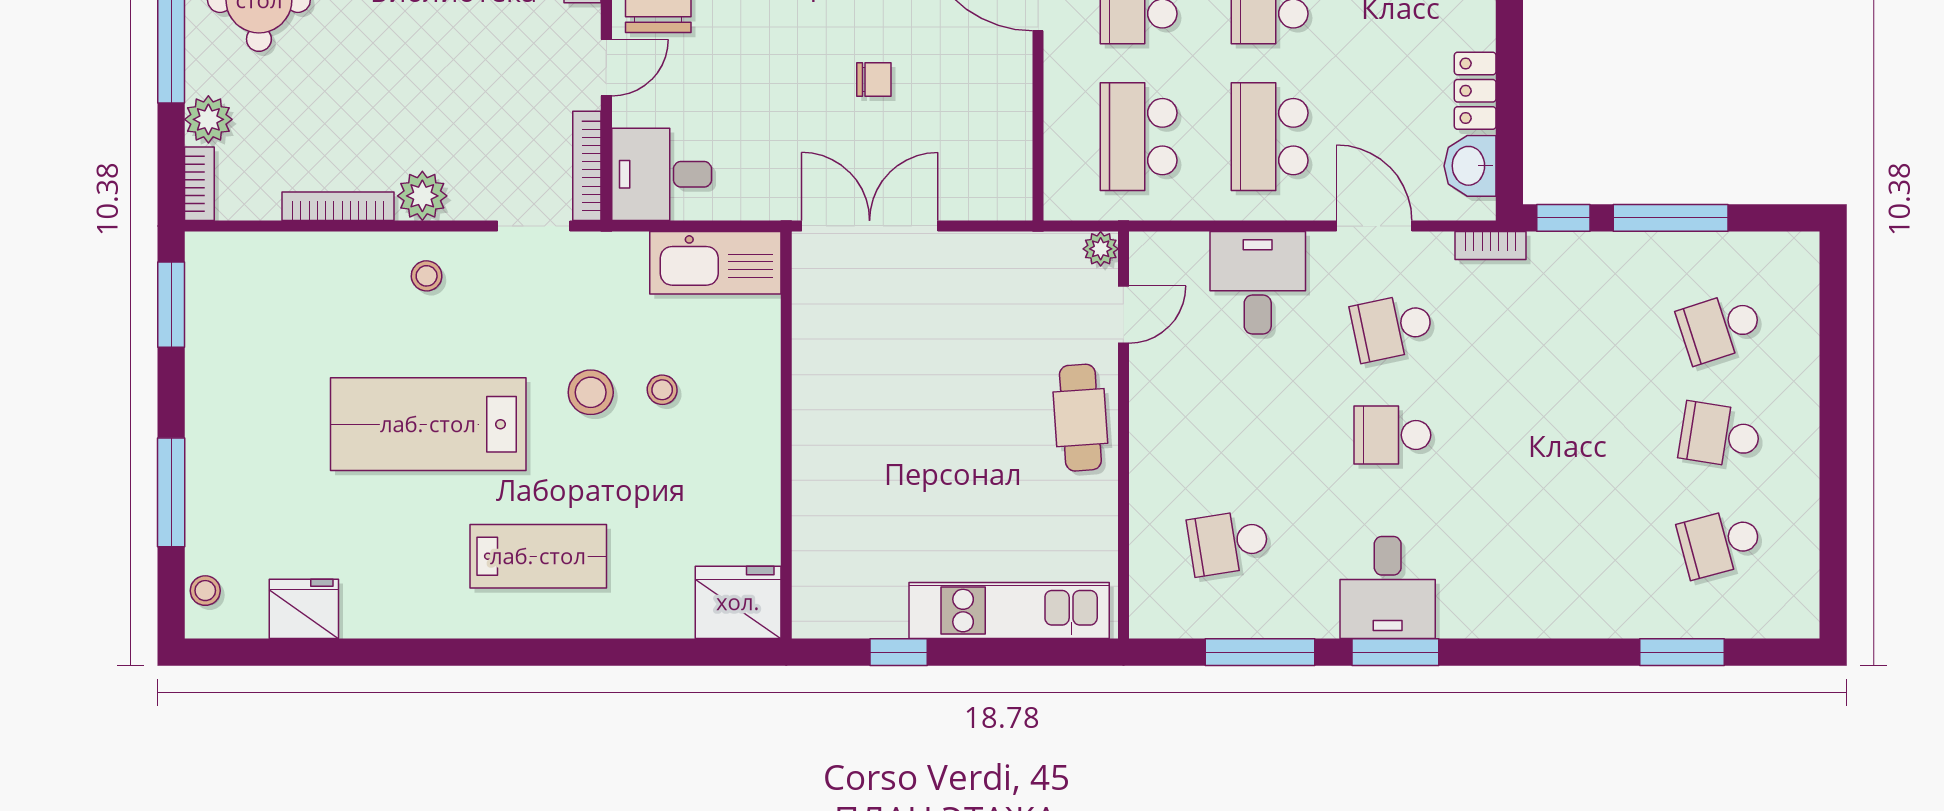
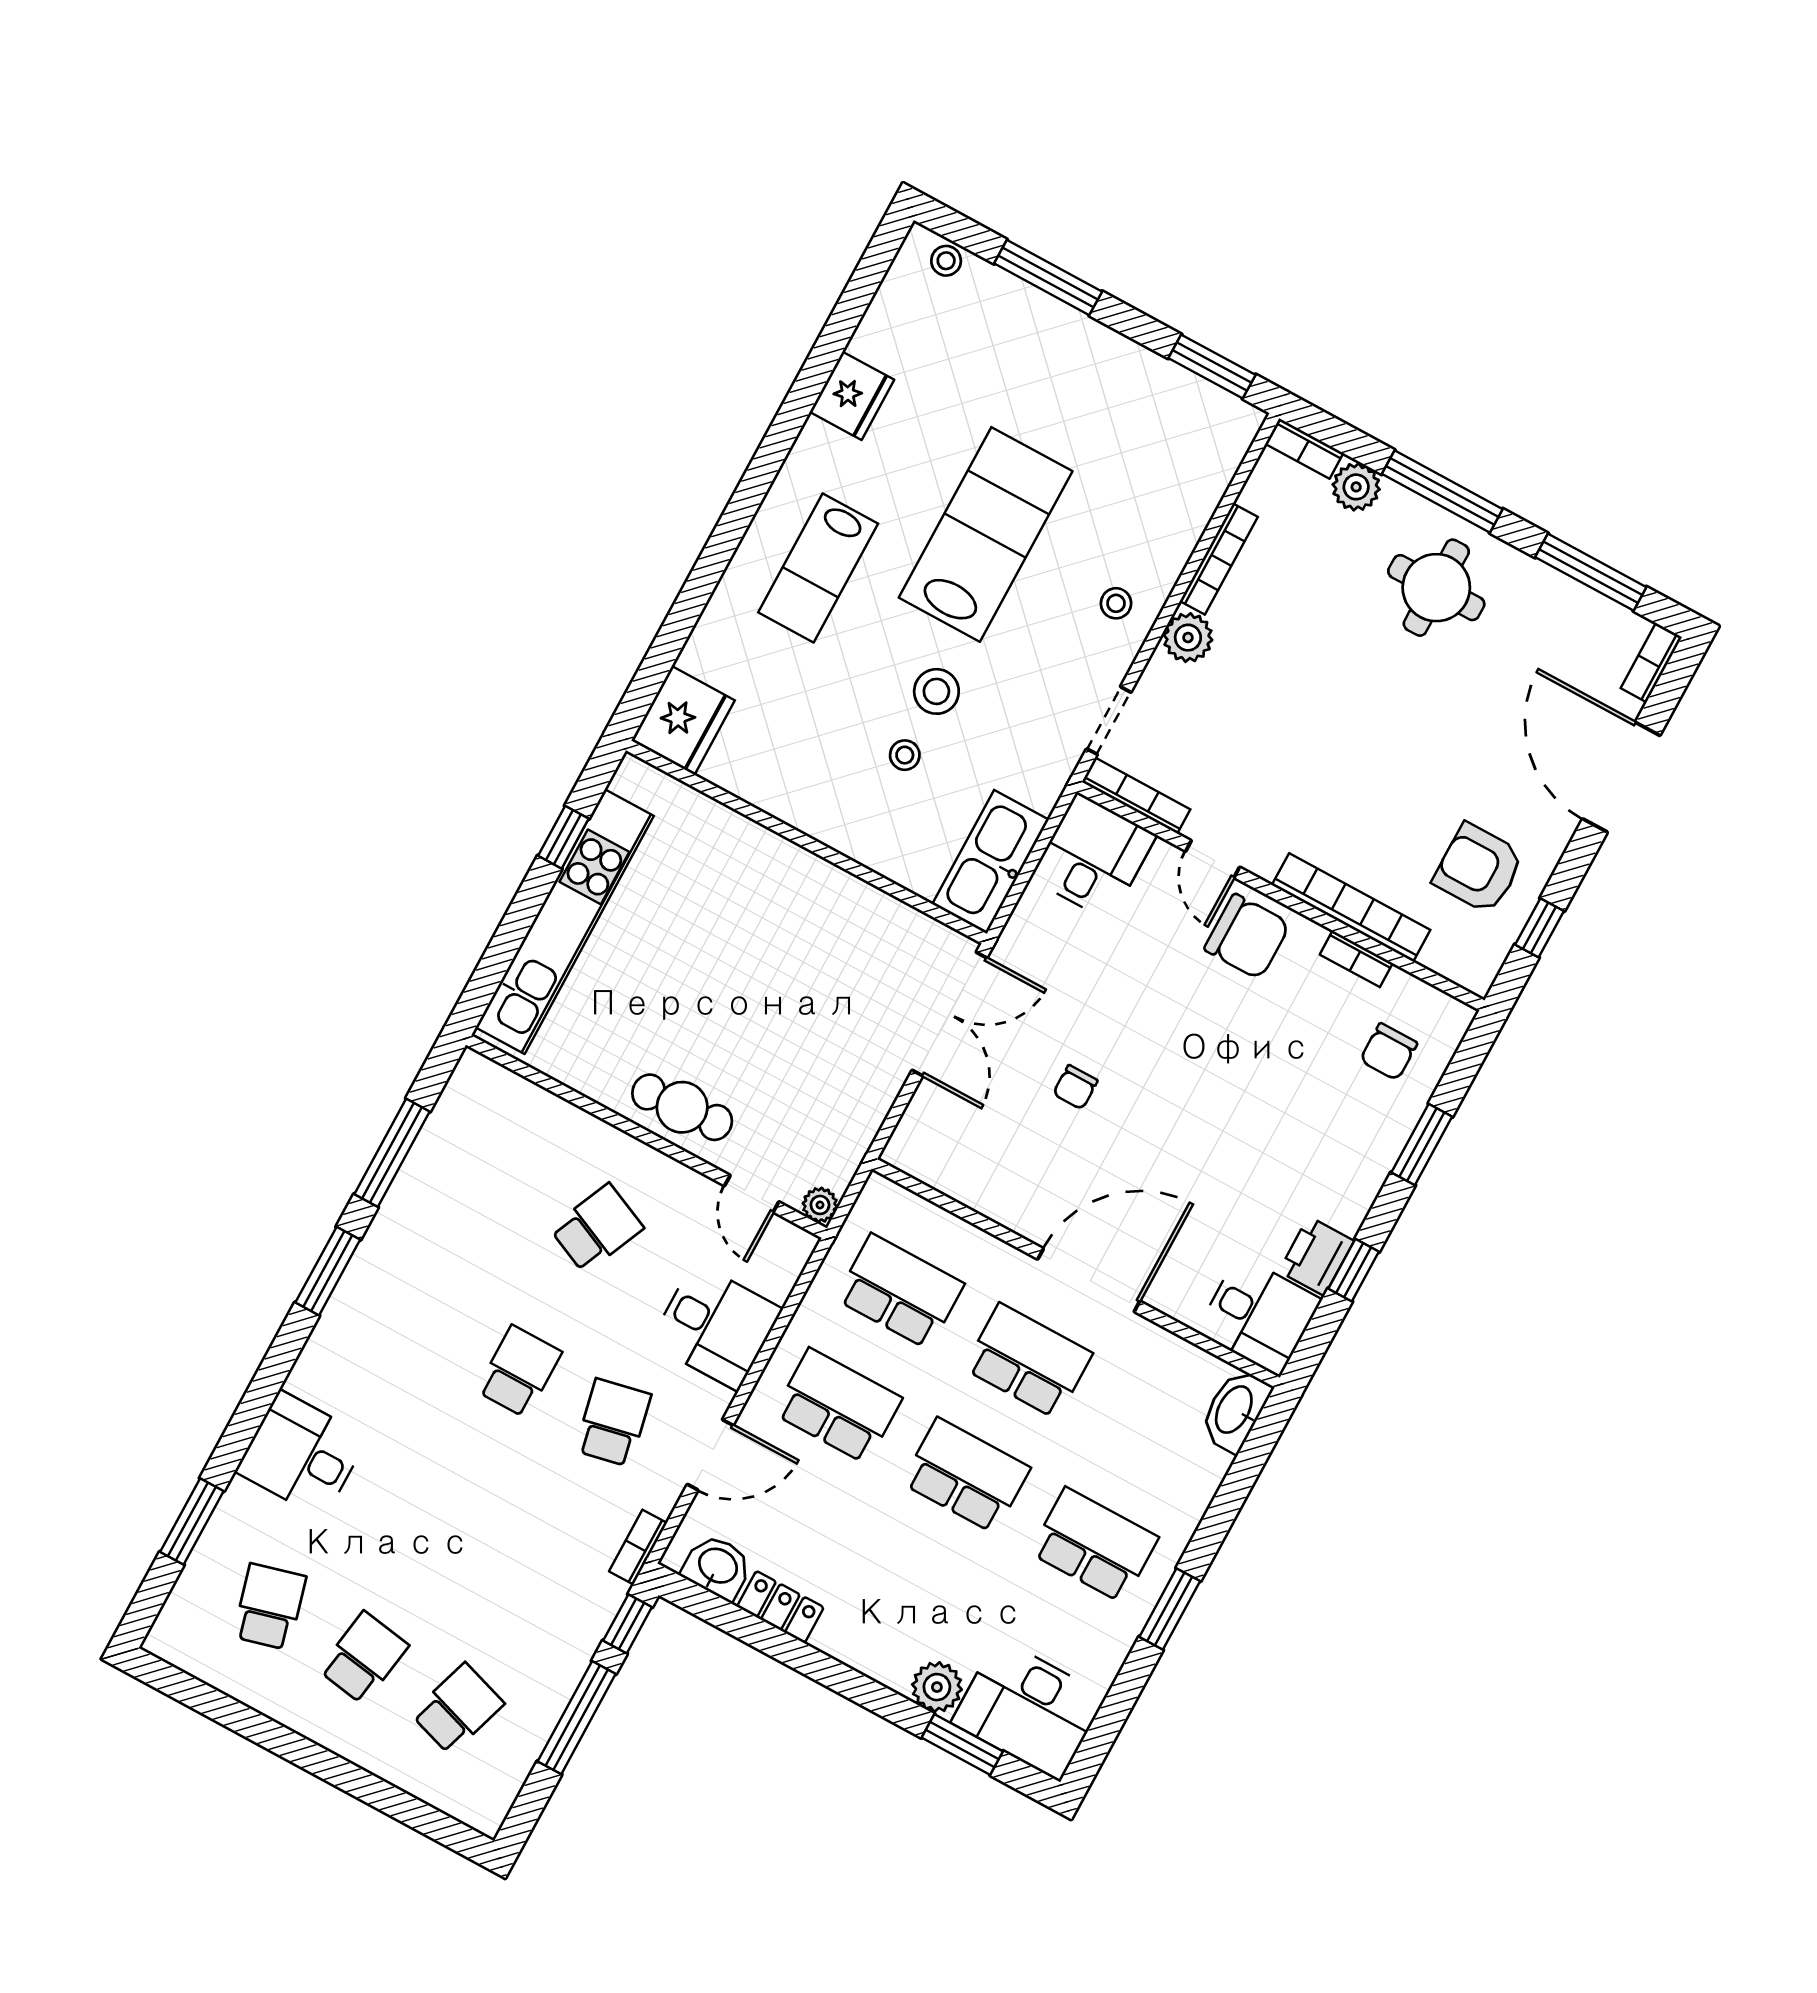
school desk: (1720, 327) -> (458, 1709), turned 36
school desk: (1228, 543) -> (597, 1228), moved, turned 33
desk: (1388, 587) -> (301, 1455), moved
fridge: (304, 609) -> (852, 396), moved
kitchen unit: (1009, 611) -> (565, 922), width x1.36

